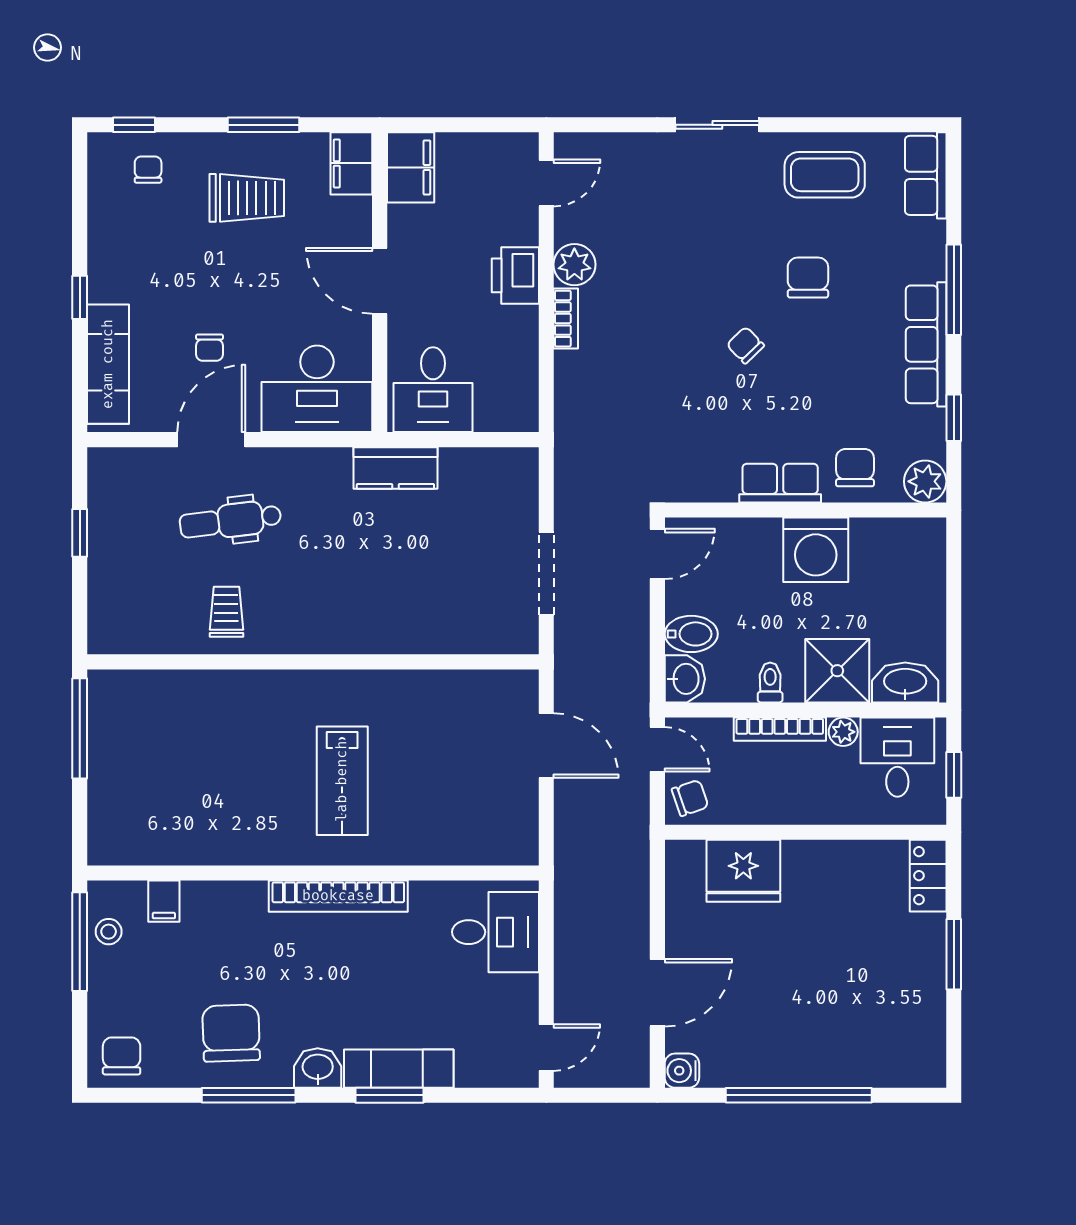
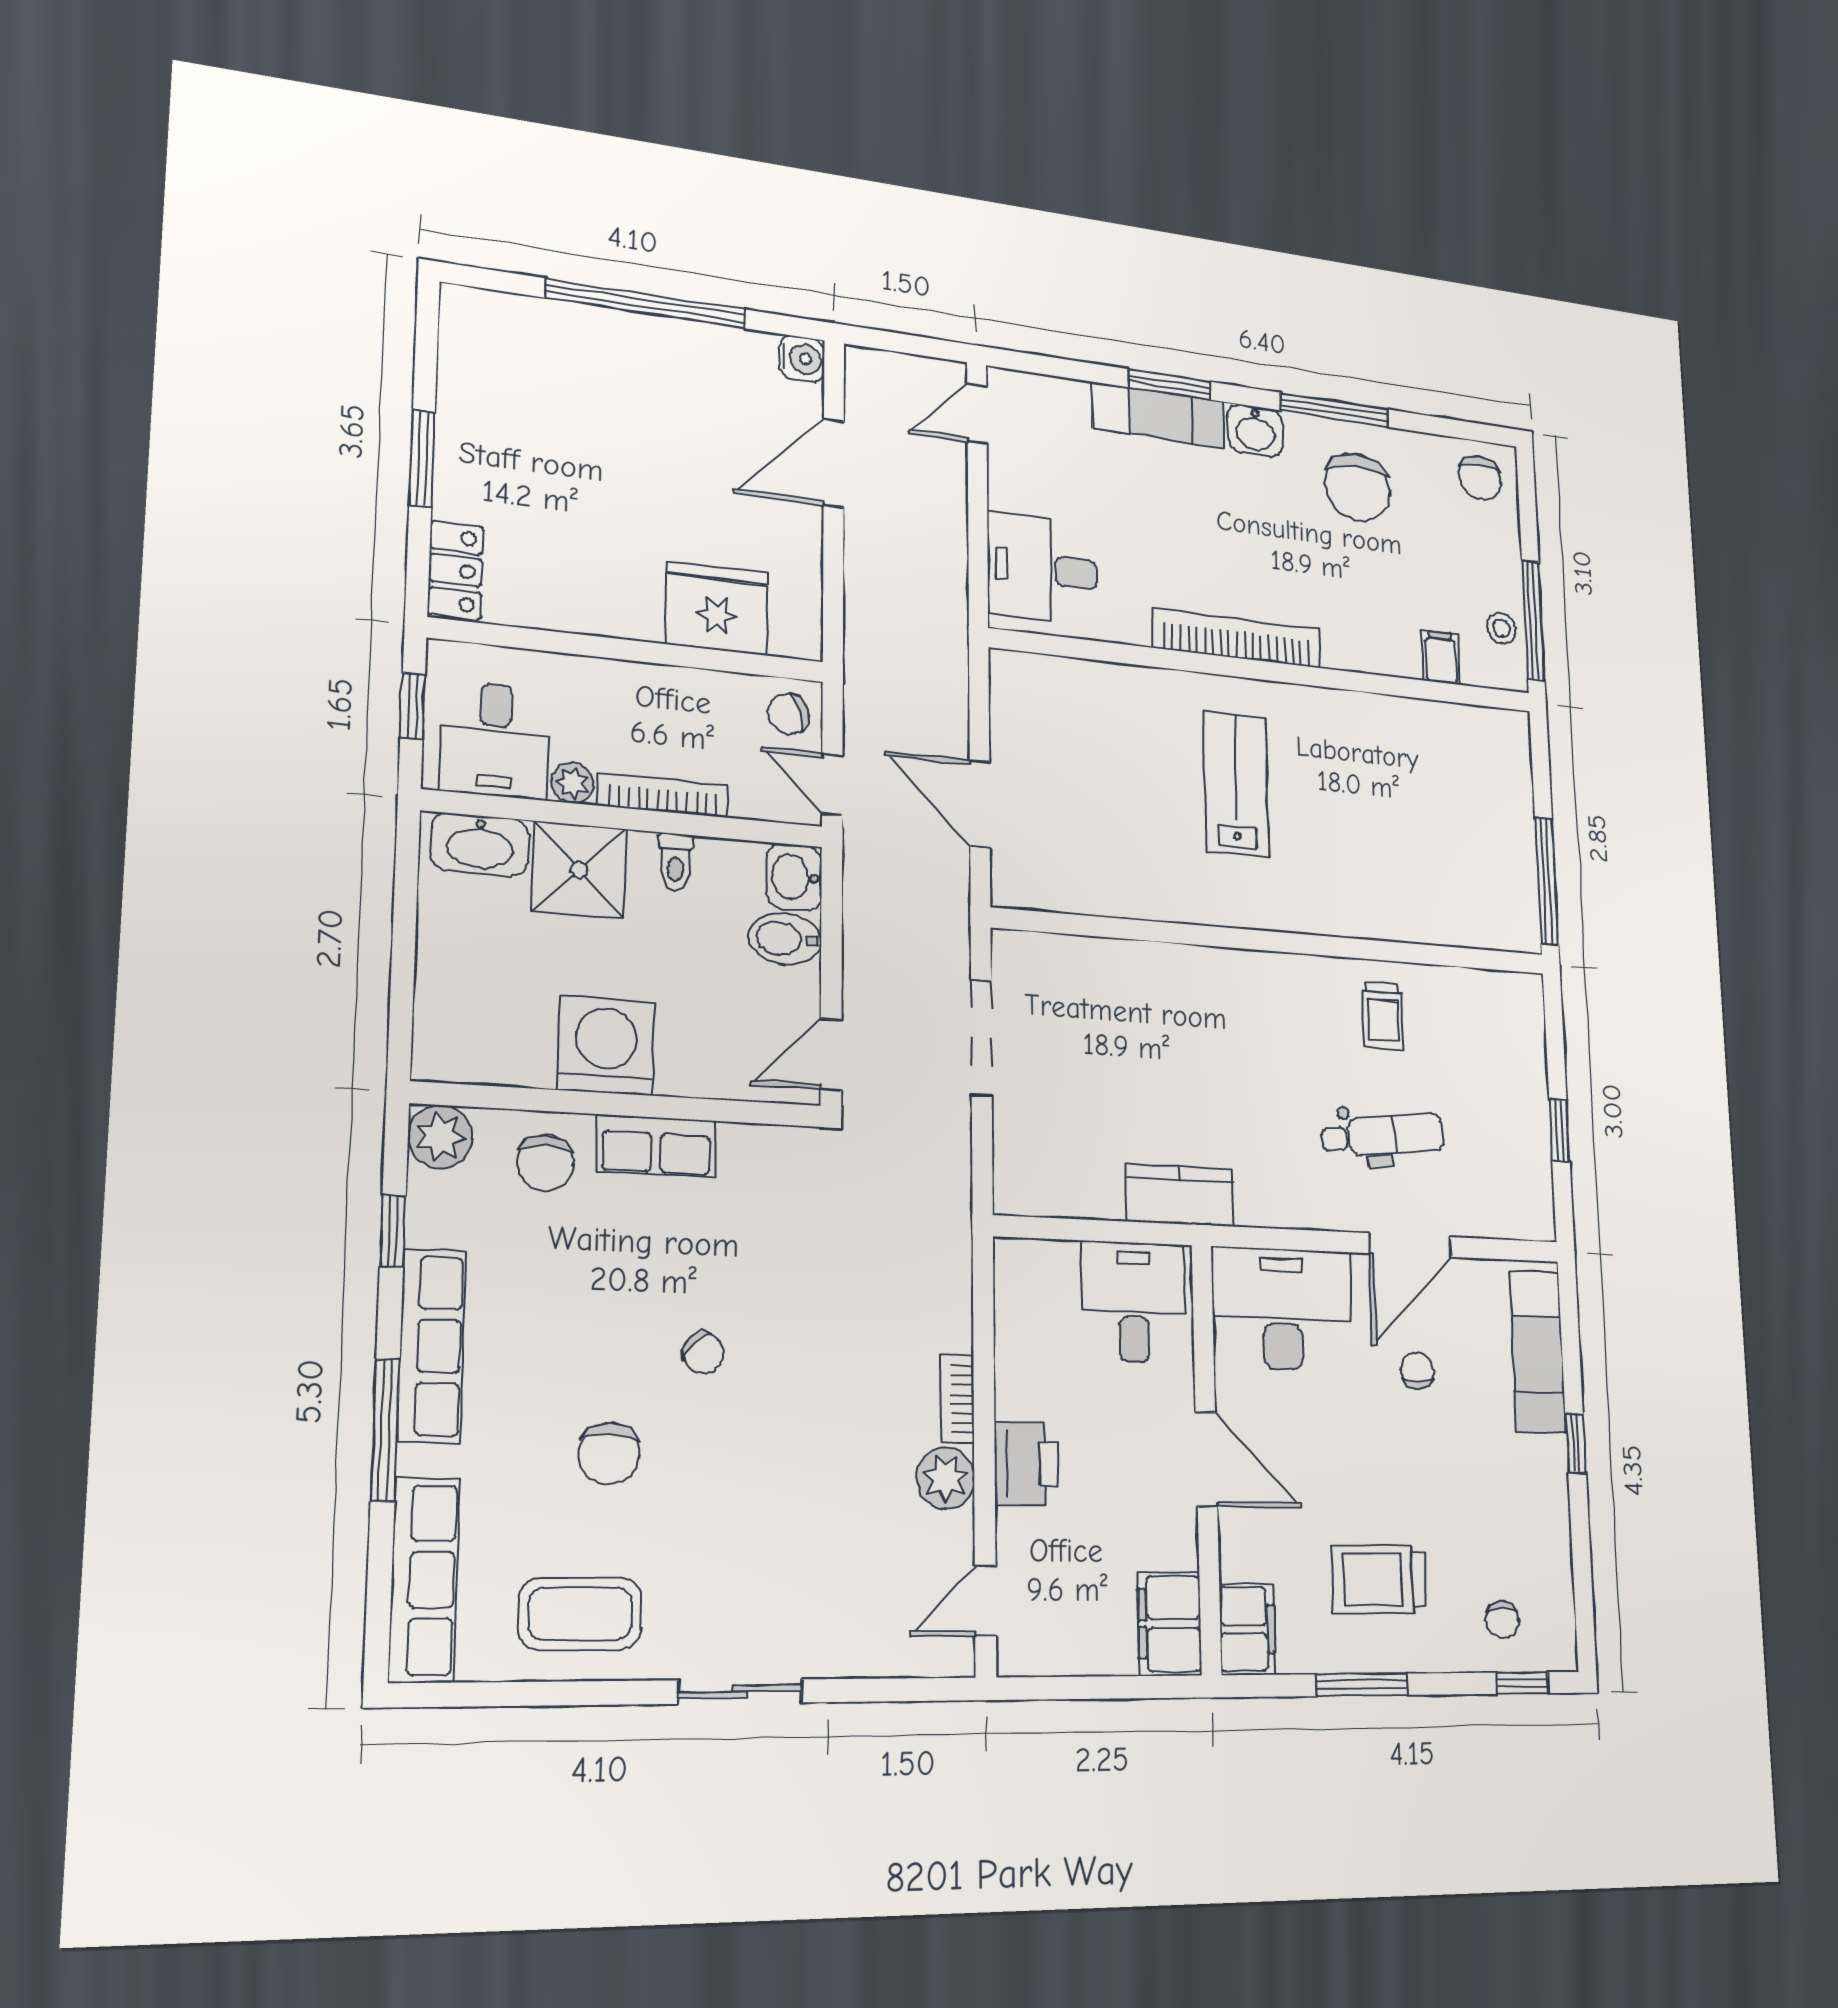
row of seats: (926, 175) -> (424, 1580), width x1.48

